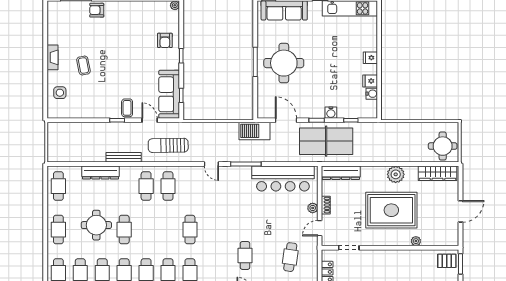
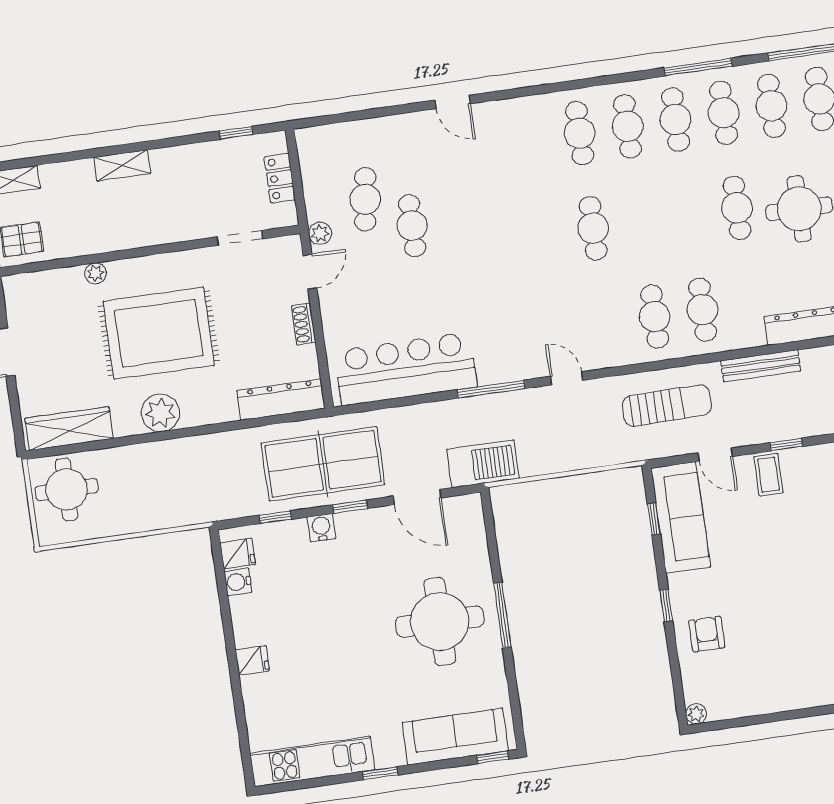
fridge: (370, 81) -> (238, 554), moved
plant: (313, 208) -> (320, 233), moved
cafe table: (245, 255) -> (412, 226), moved

